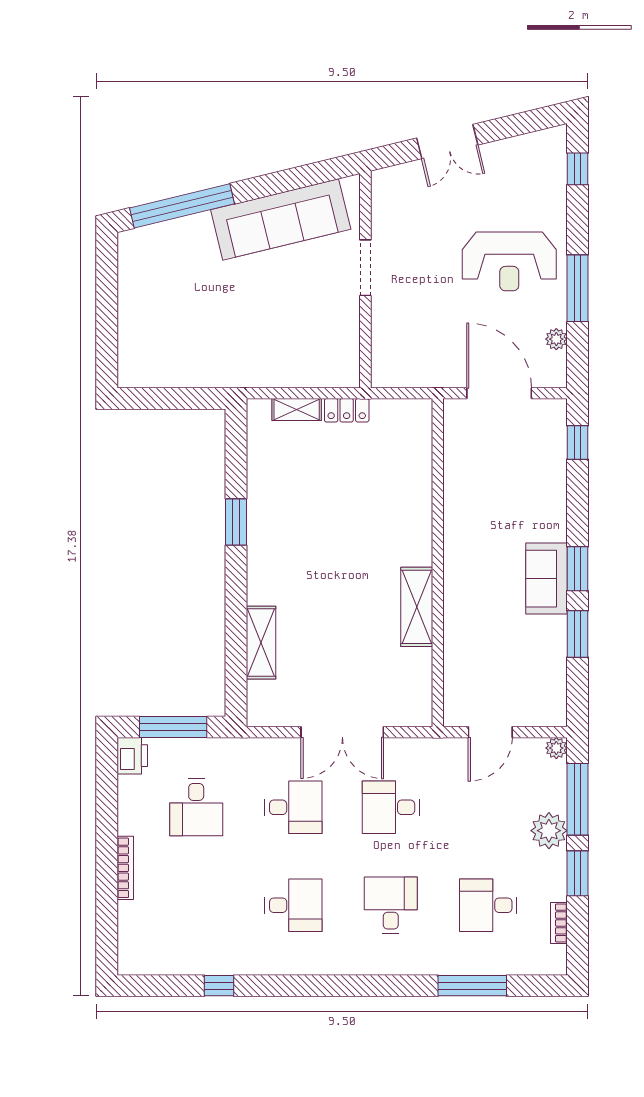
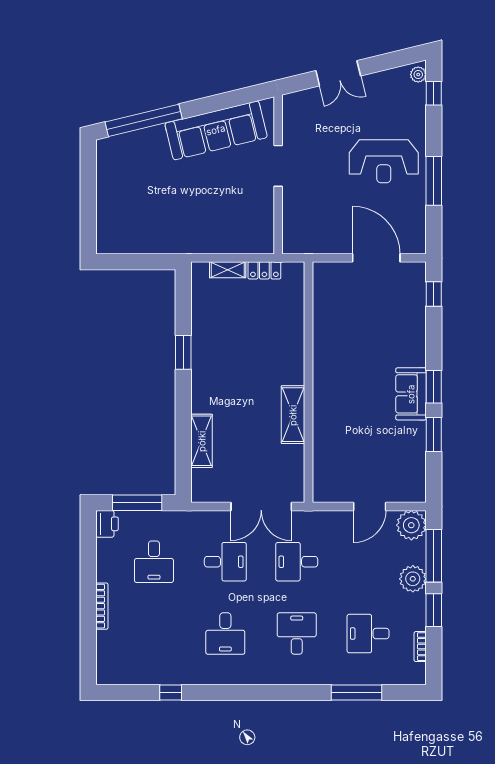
plant: (556, 339) -> (418, 75), moved
wall: (438, 563) -> (308, 382), moved
shelving: (417, 607) -> (293, 415), moved
plant: (556, 748) -> (411, 525), width x1.88, depth x1.88
desk: (293, 905) -> (225, 634), turned 90

